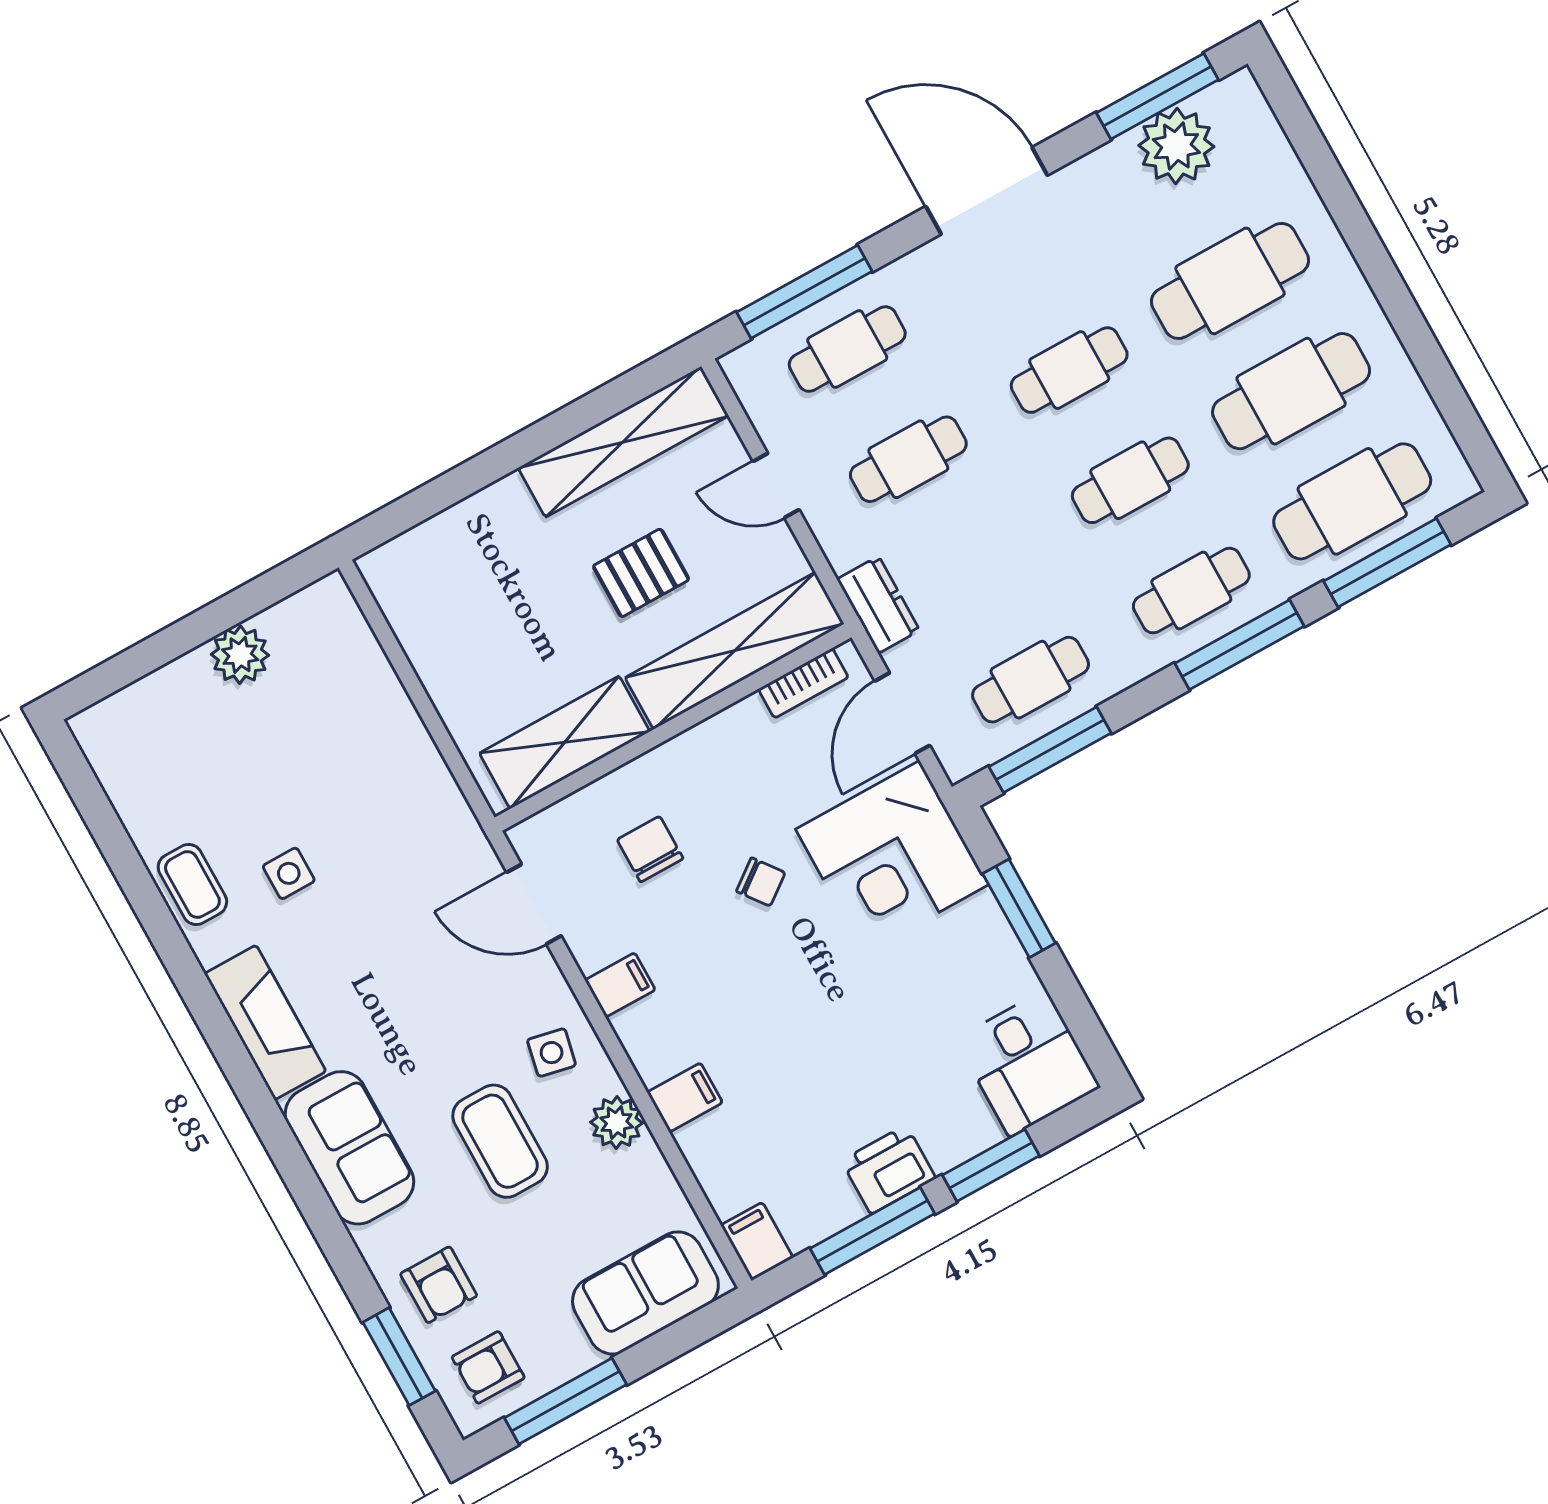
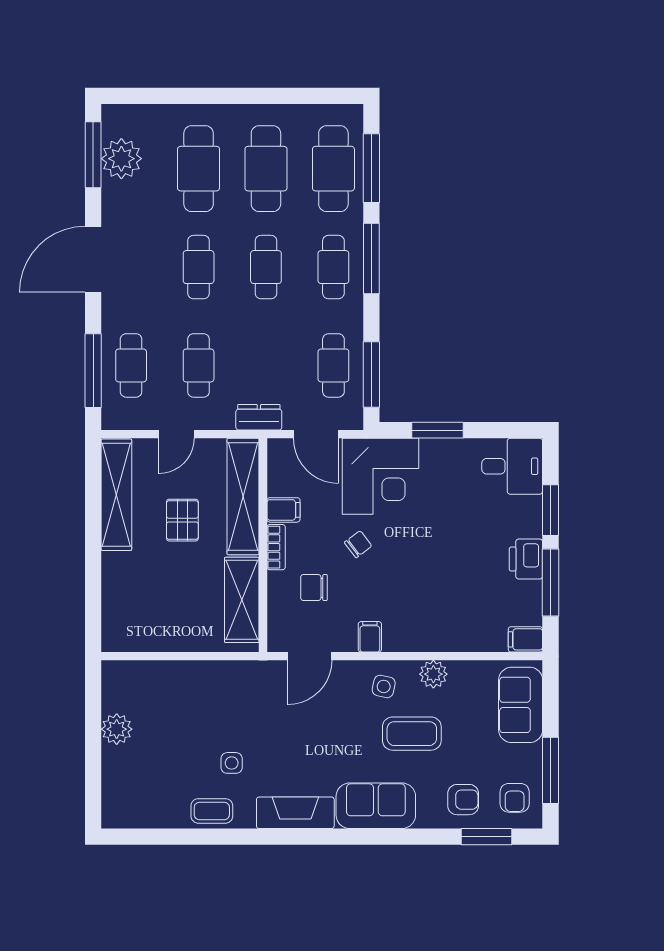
bookcase: (803, 683) -> (276, 547), moved
filing cabinet: (685, 1097) -> (283, 510), moved, turned 90

